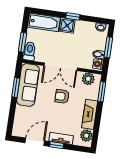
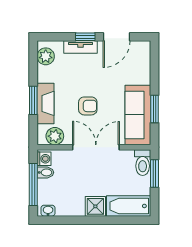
window: (73, 16) -> (89, 220), removed
window: (108, 47) -> (33, 184), width x1.44
window: (102, 92) -> (33, 100), moved
fireplace: (90, 114) -> (46, 103), moved

